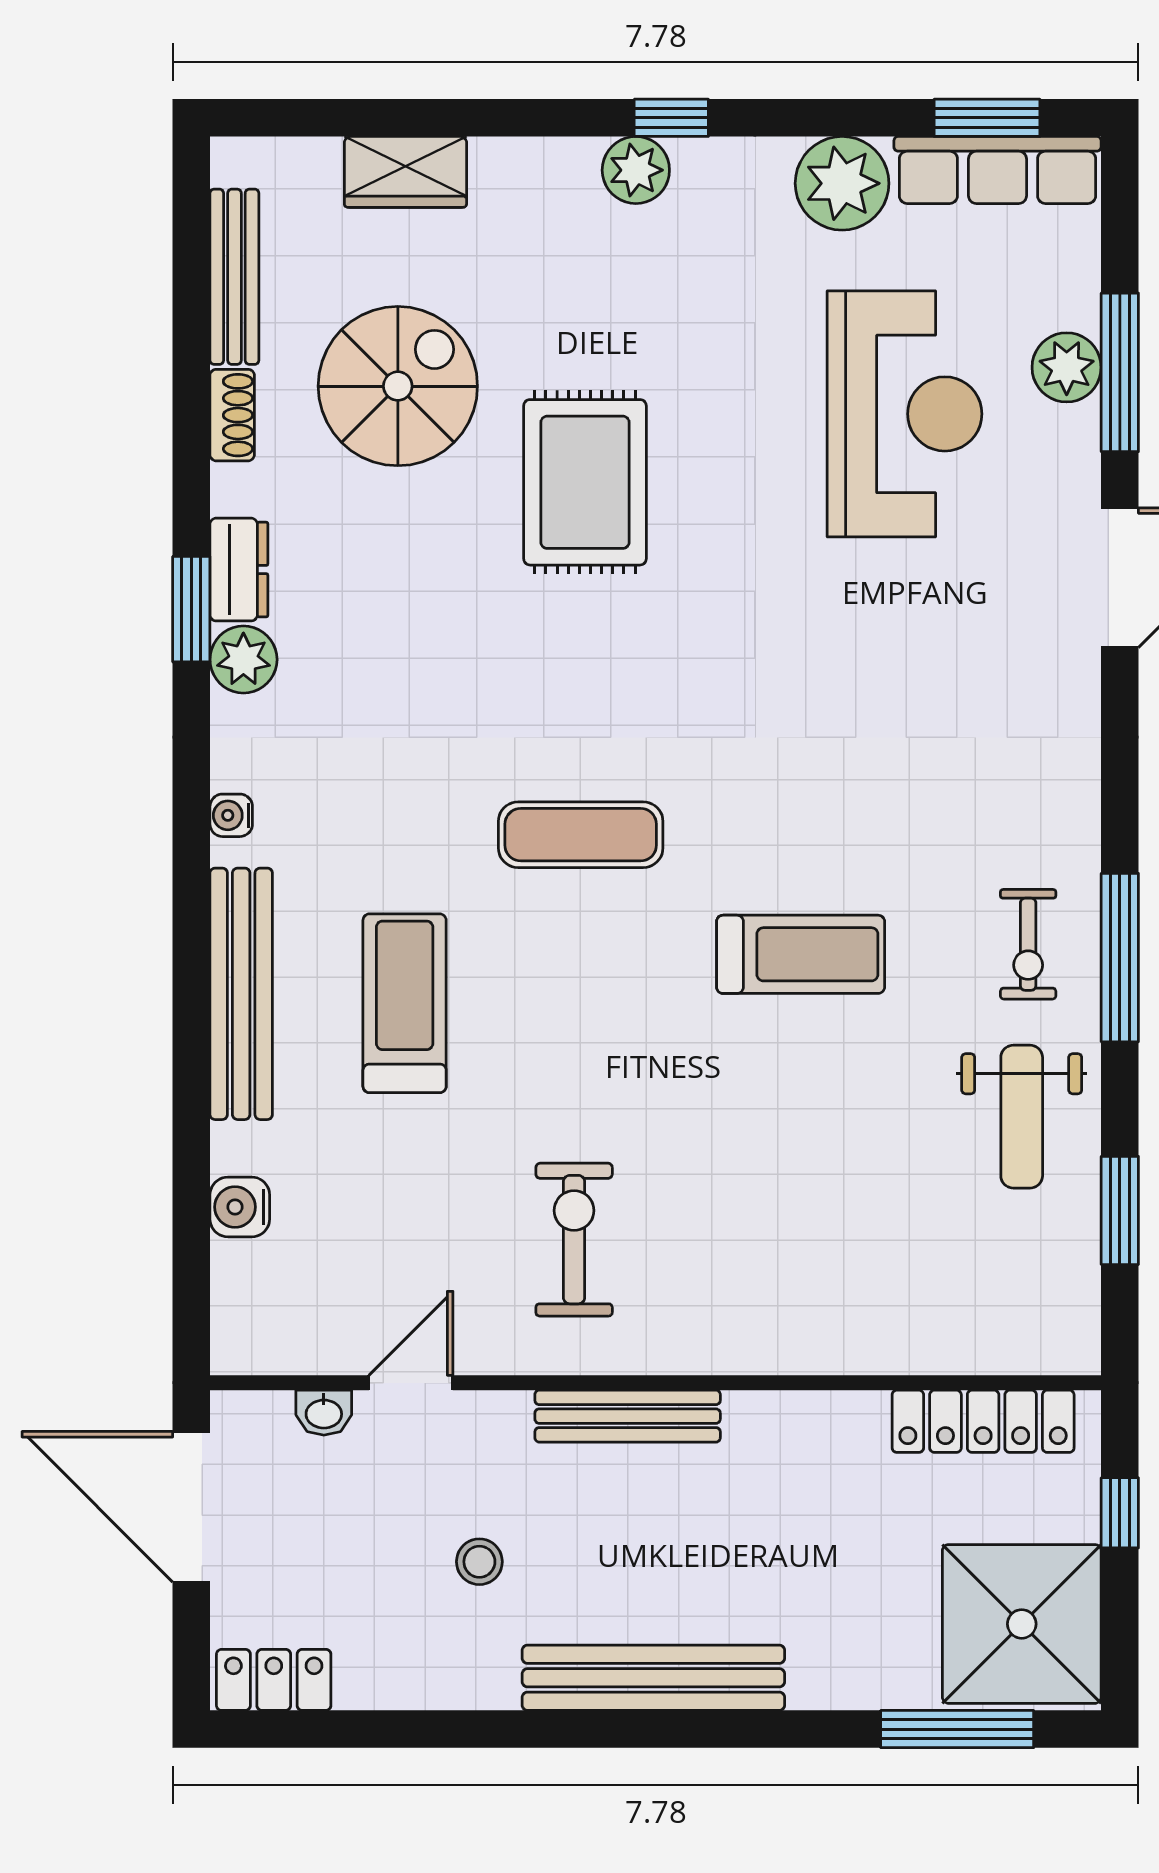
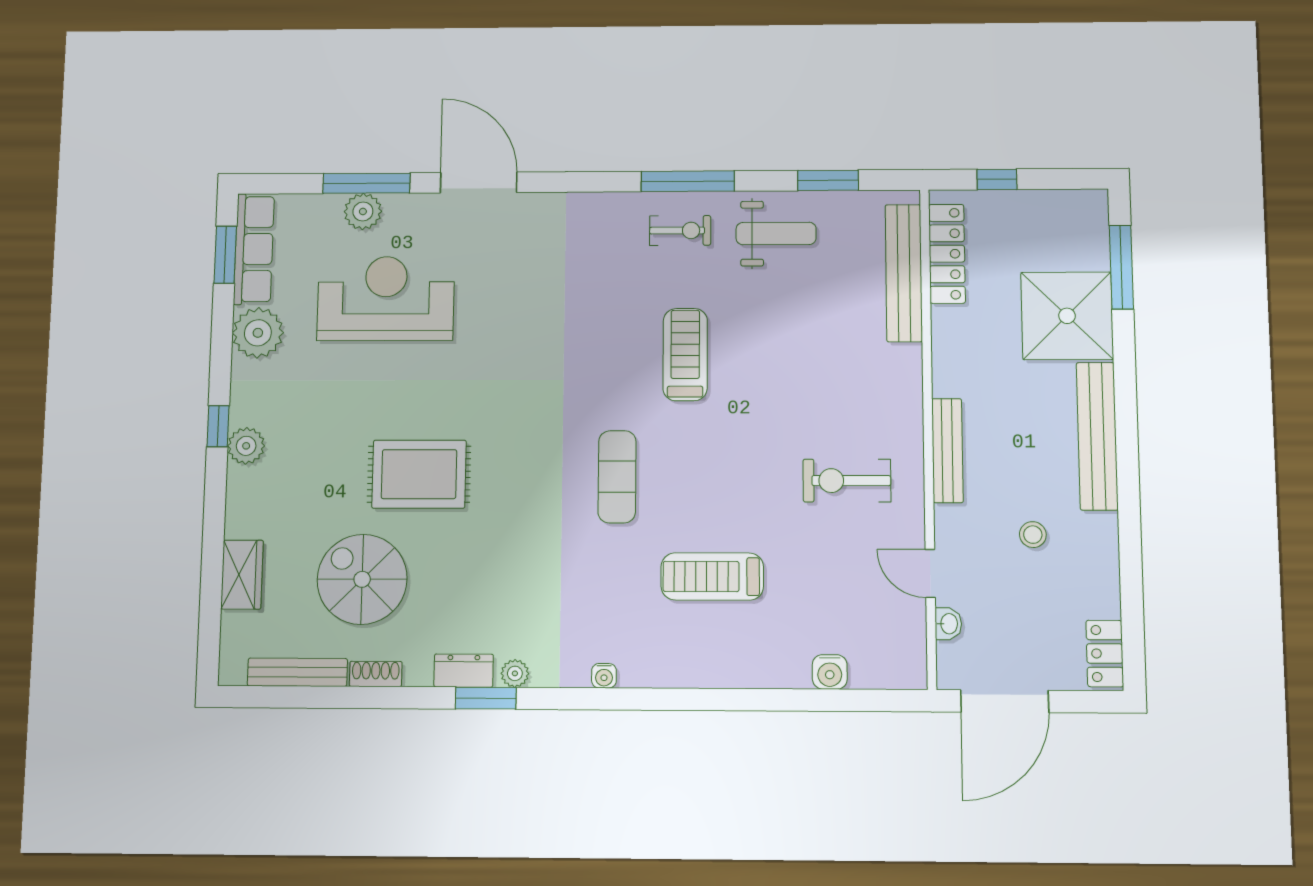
plant: (243, 660) -> (515, 673), width x0.73, depth x0.73
bench: (241, 994) -> (904, 273), moved, turned 90
shower: (1022, 1624) -> (1067, 316), moved

